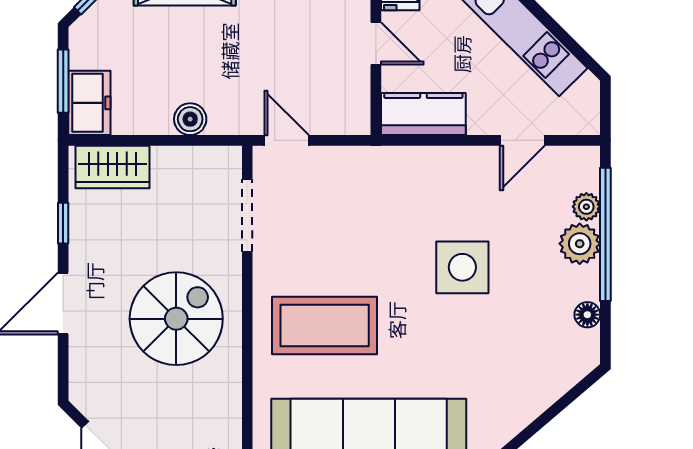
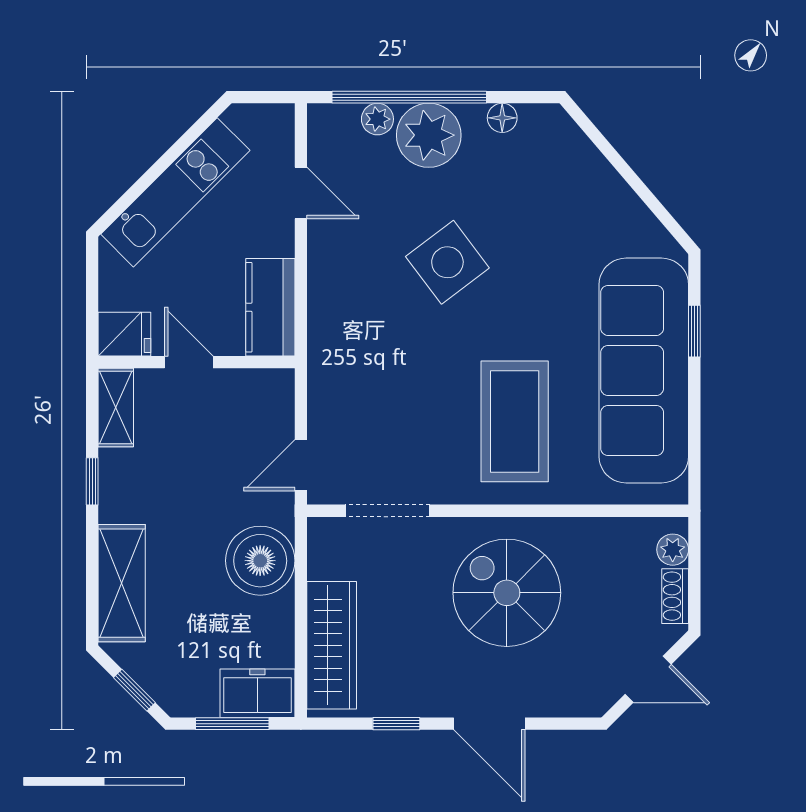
door: (376, 43) -> (189, 362), hinge flipped
boiler: (190, 119) -> (260, 561), width x1.86, depth x1.86
wardrobe: (112, 167) -> (332, 645), width x1.50
plant: (580, 244) -> (429, 135), width x1.36, depth x1.36
side table: (462, 267) -> (447, 262), turned -37

